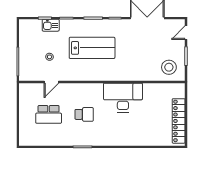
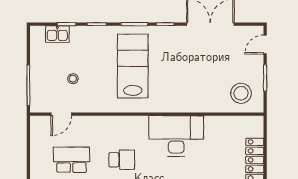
kitchen sink: (51, 25) -> (57, 34), moved
lab bench: (92, 48) -> (133, 66), turned -90
door: (51, 82) -> (61, 114), moved
school desk: (49, 114) -> (72, 160), turned 180

